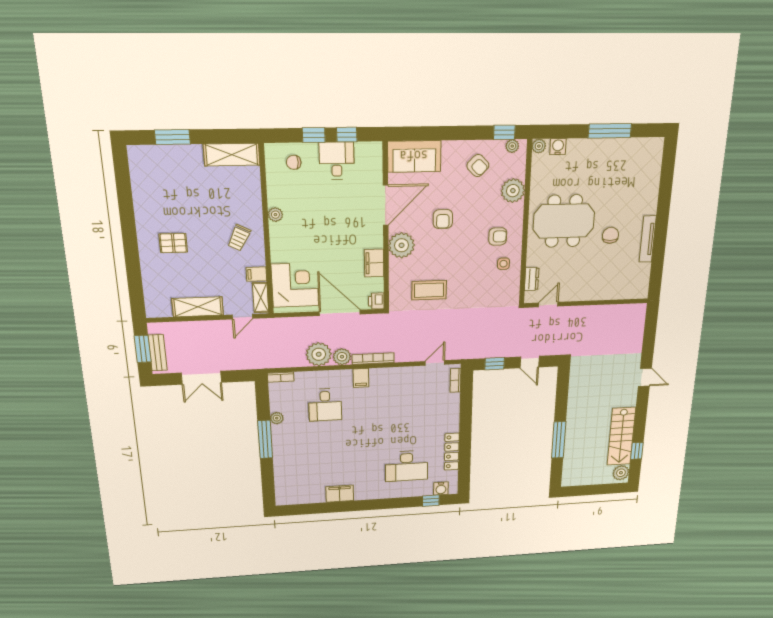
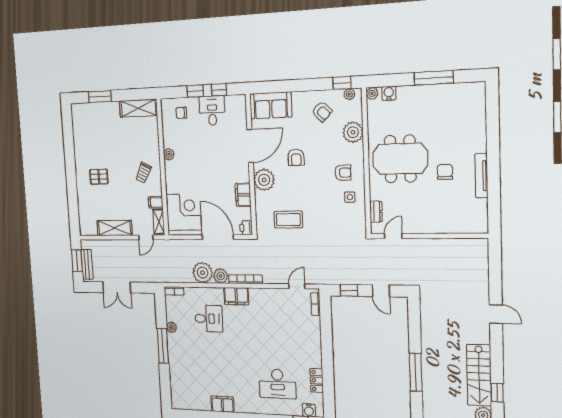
filing cabinet: (361, 378) -> (236, 296), width x2.00
desk: (325, 405) -> (209, 319), turned -90
locker: (452, 452) -> (317, 381), width x0.66

